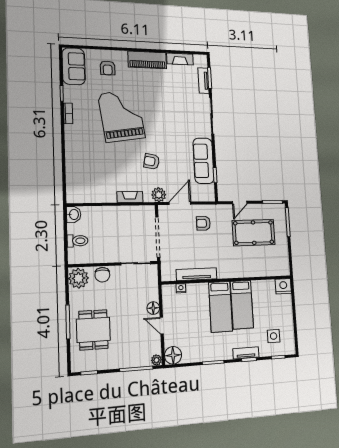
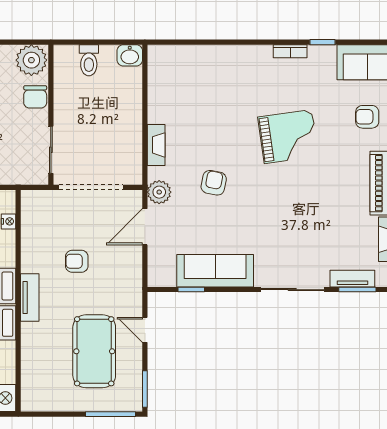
grand piano: (122, 116) -> (288, 137), width x0.73, depth x0.68
door: (180, 203) -> (145, 227), swing flipped
armchair: (203, 223) -> (77, 261), moved, turned -90
tv unit: (197, 274) -> (30, 297), moved, width x0.71
chair: (102, 275) -> (35, 97), turned -90

